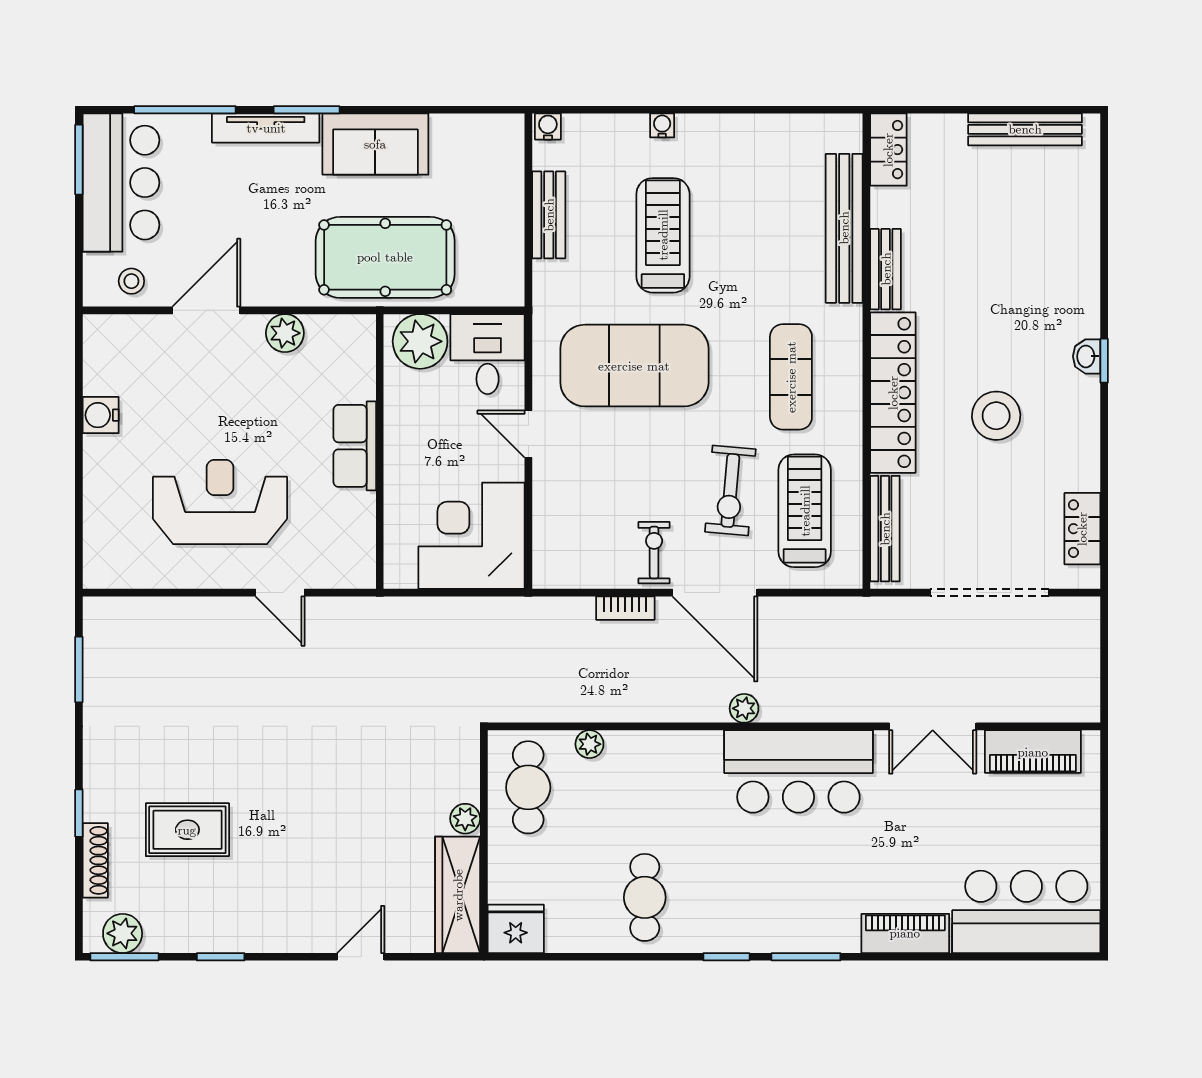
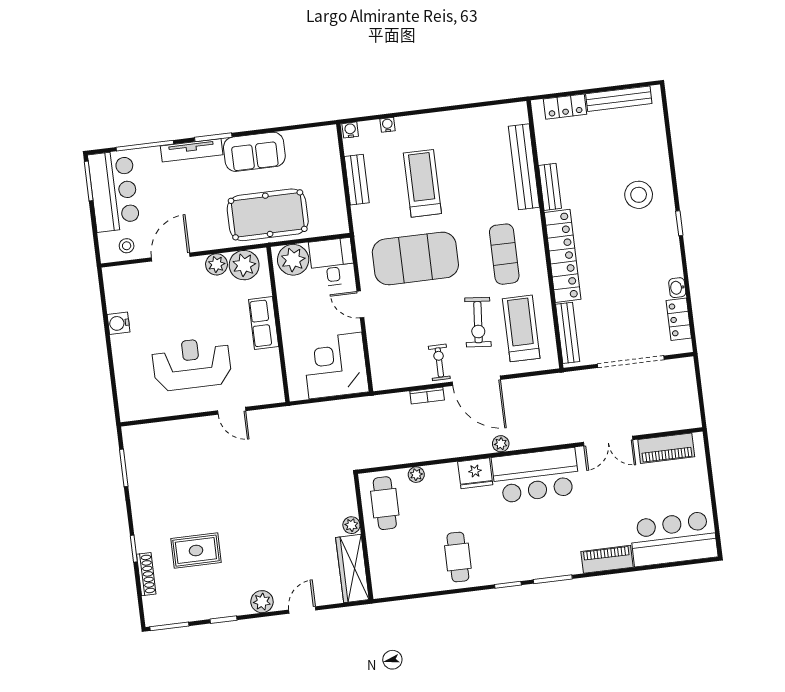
water cooler: (662, 125) -> (387, 125), moved
locker: (888, 150) -> (565, 107), moved, turned 90
plant: (333, 340) -> (244, 265), added
washbasin: (1087, 356) -> (677, 288), moved
stool: (996, 416) -> (639, 195), moved
fridge: (516, 929) -> (475, 473), moved, turned 180
plant: (123, 933) -> (262, 602), moved

